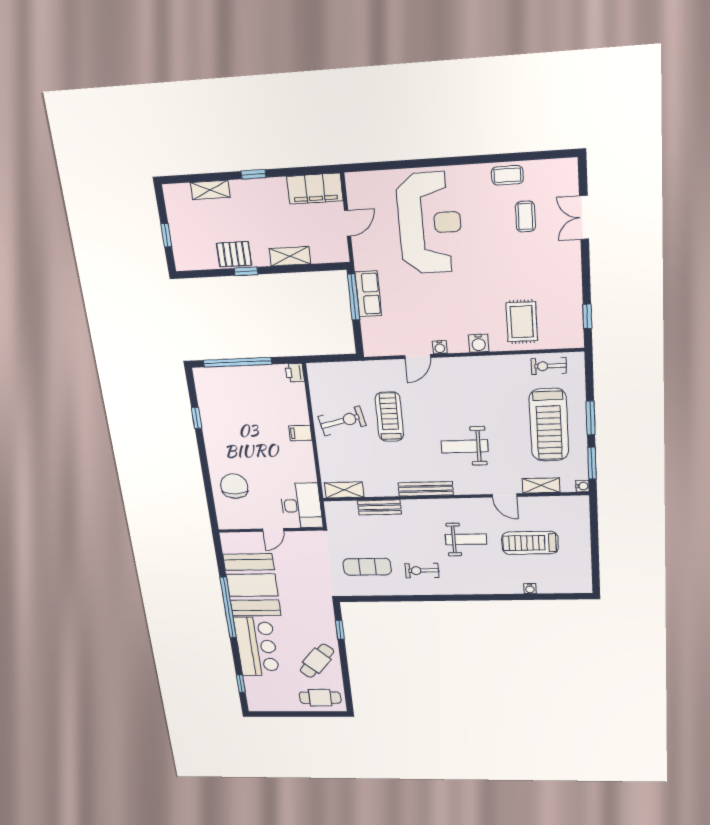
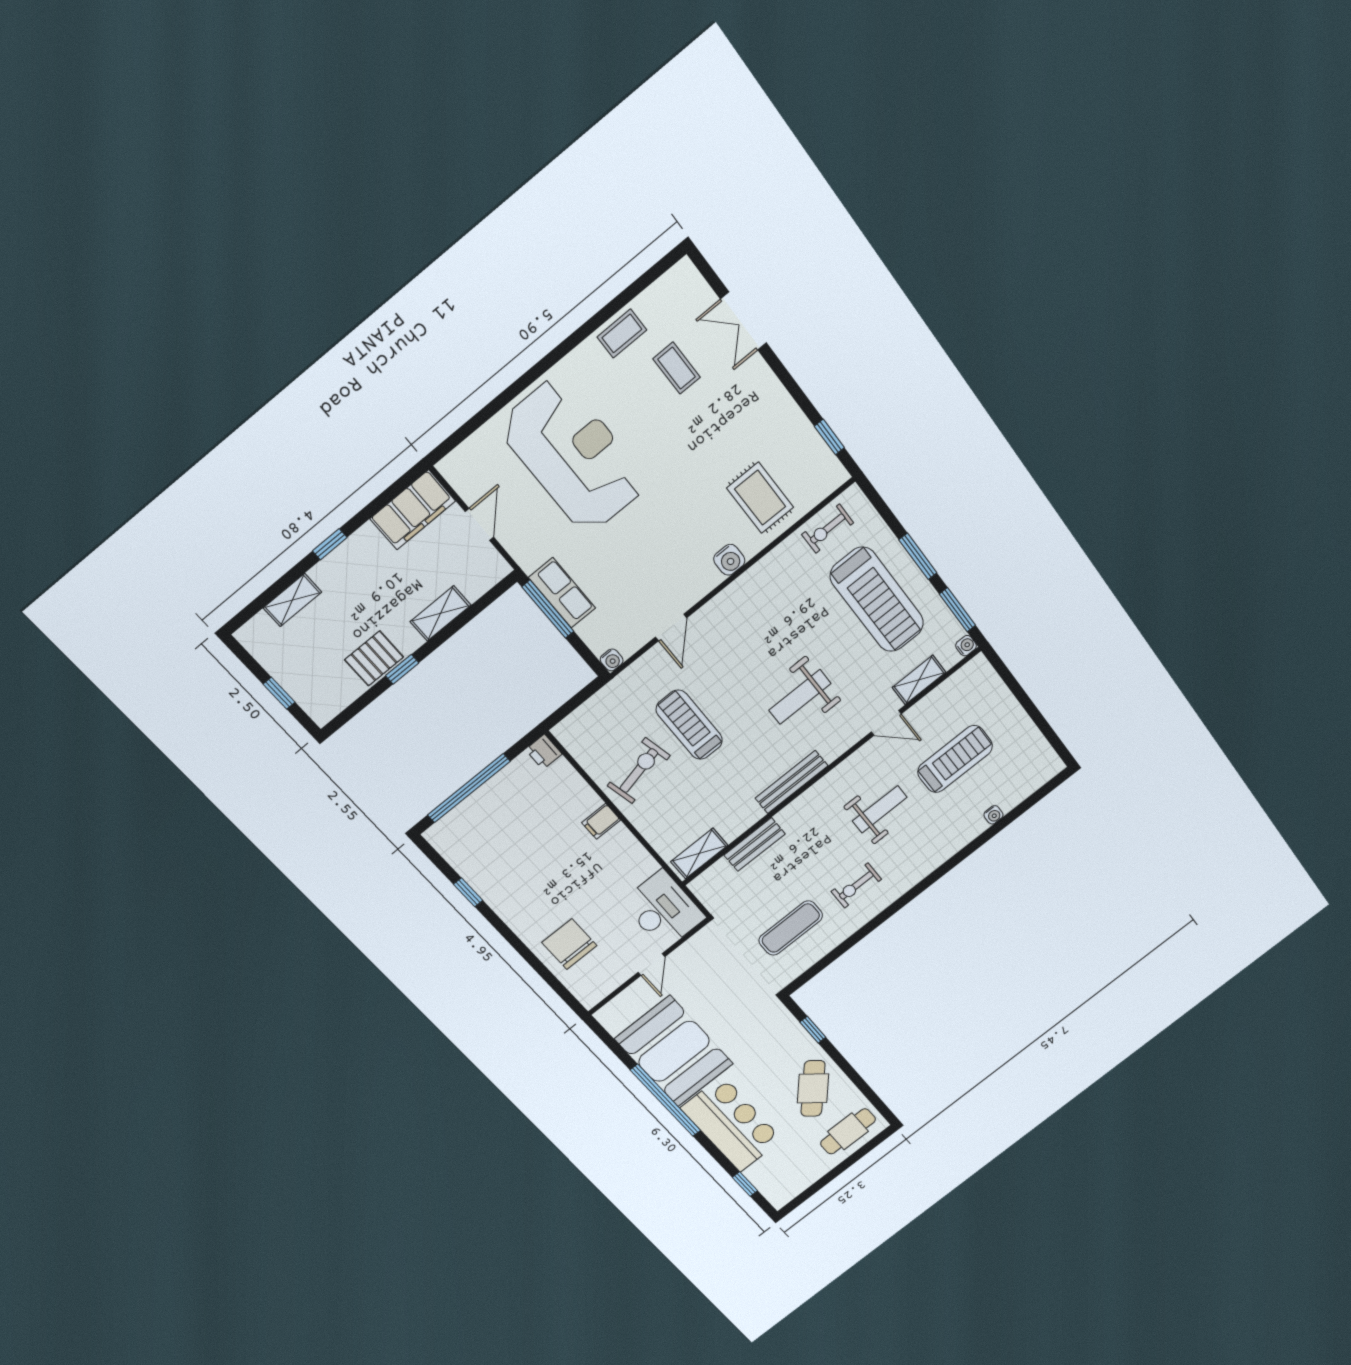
water cooler: (440, 347) -> (612, 660), moved
treadmill: (530, 543) -> (955, 759), turned 180

